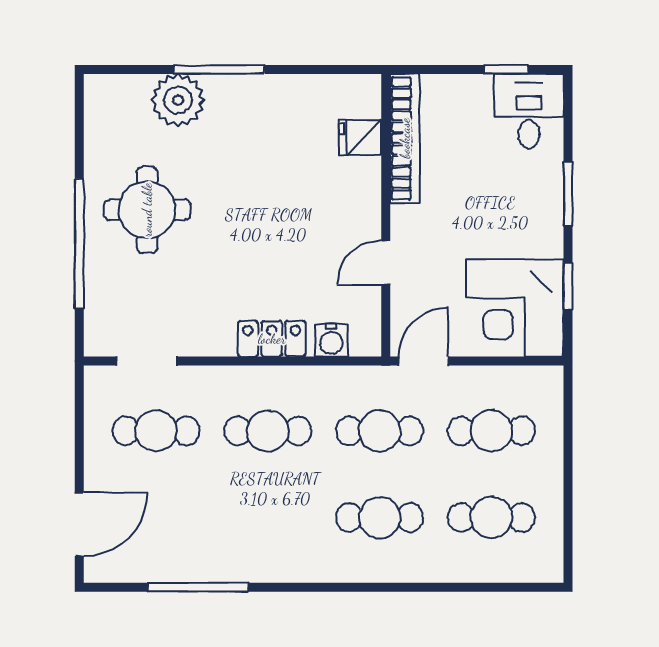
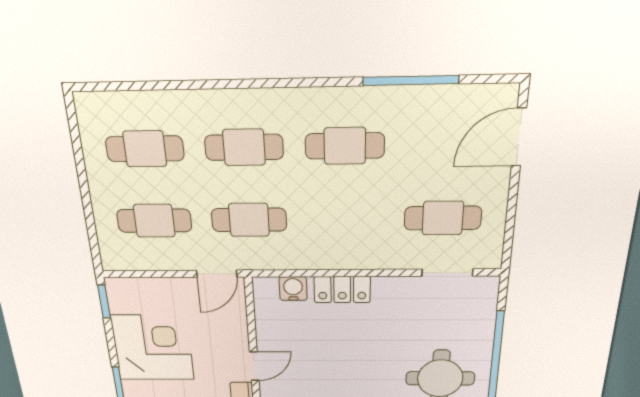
door: (386, 263) -> (254, 366), moved
window: (568, 286) -> (104, 302), moved
corner desk: (515, 308) -> (153, 348), moved
cafe table: (268, 431) -> (345, 146), moved

